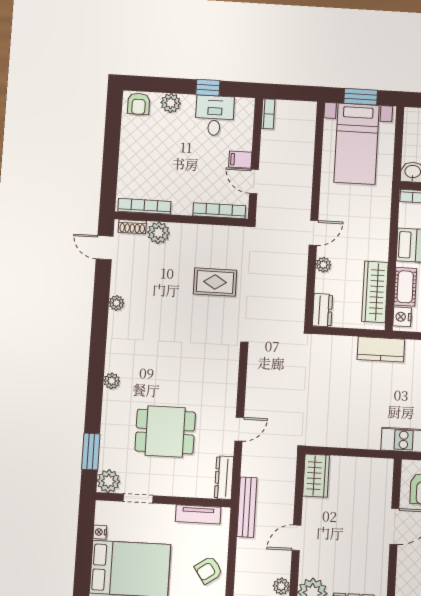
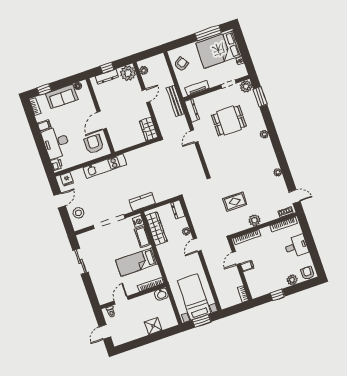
desk: (215, 116) -> (296, 246), moved, turned -90
door: (254, 181) -> (236, 258), swing flipped
plant: (158, 233) -> (254, 220), moved

